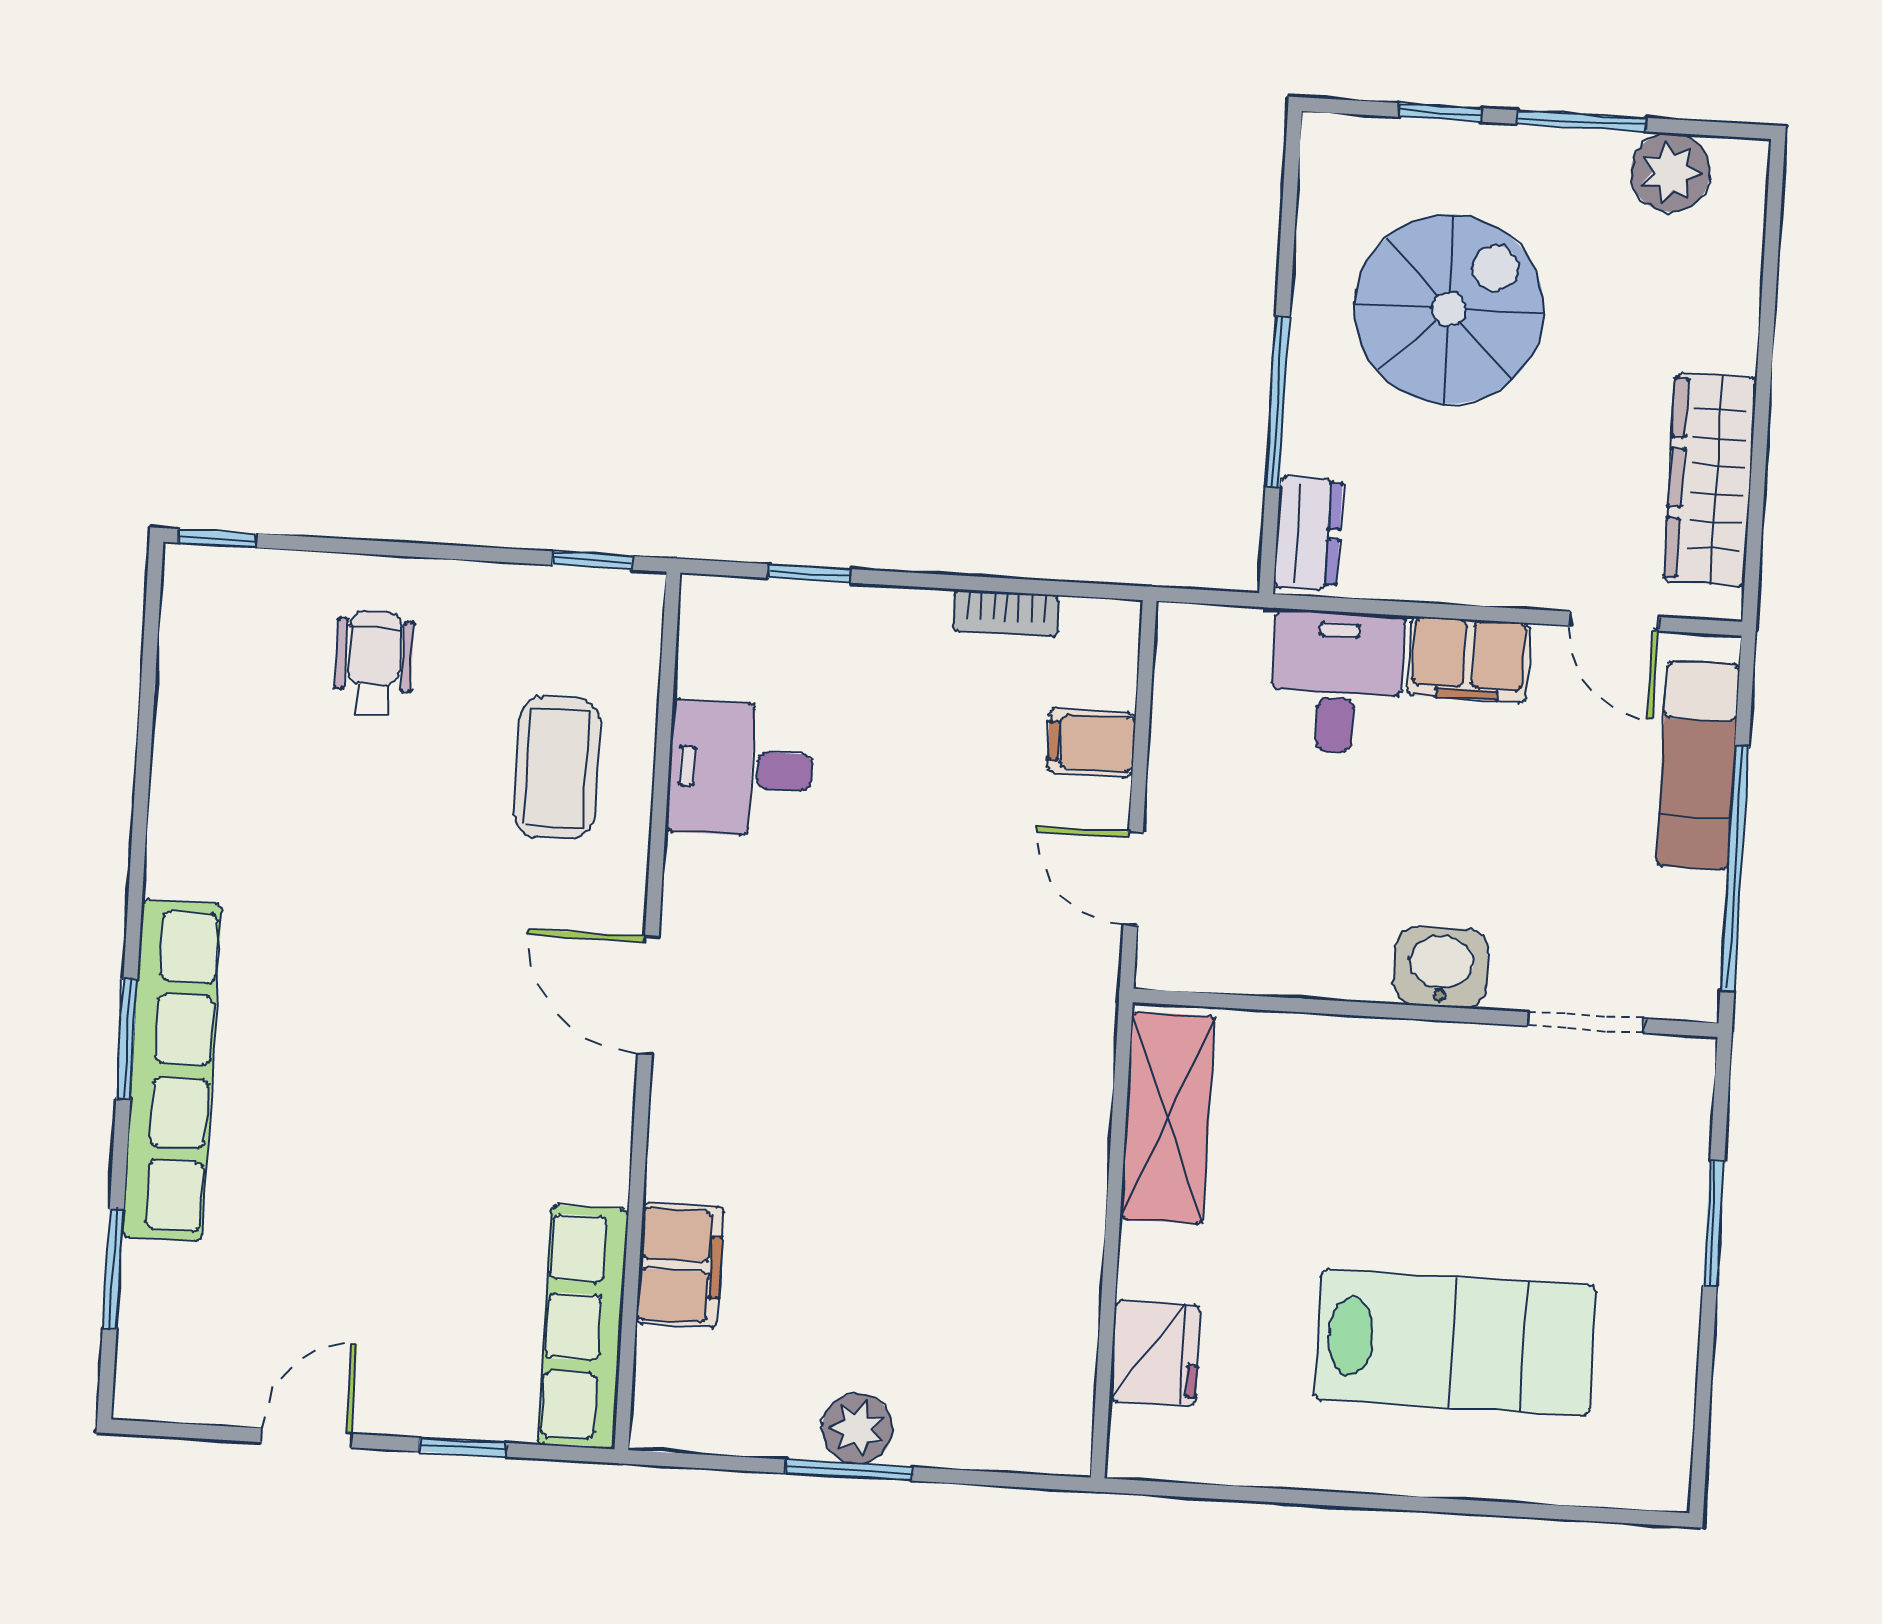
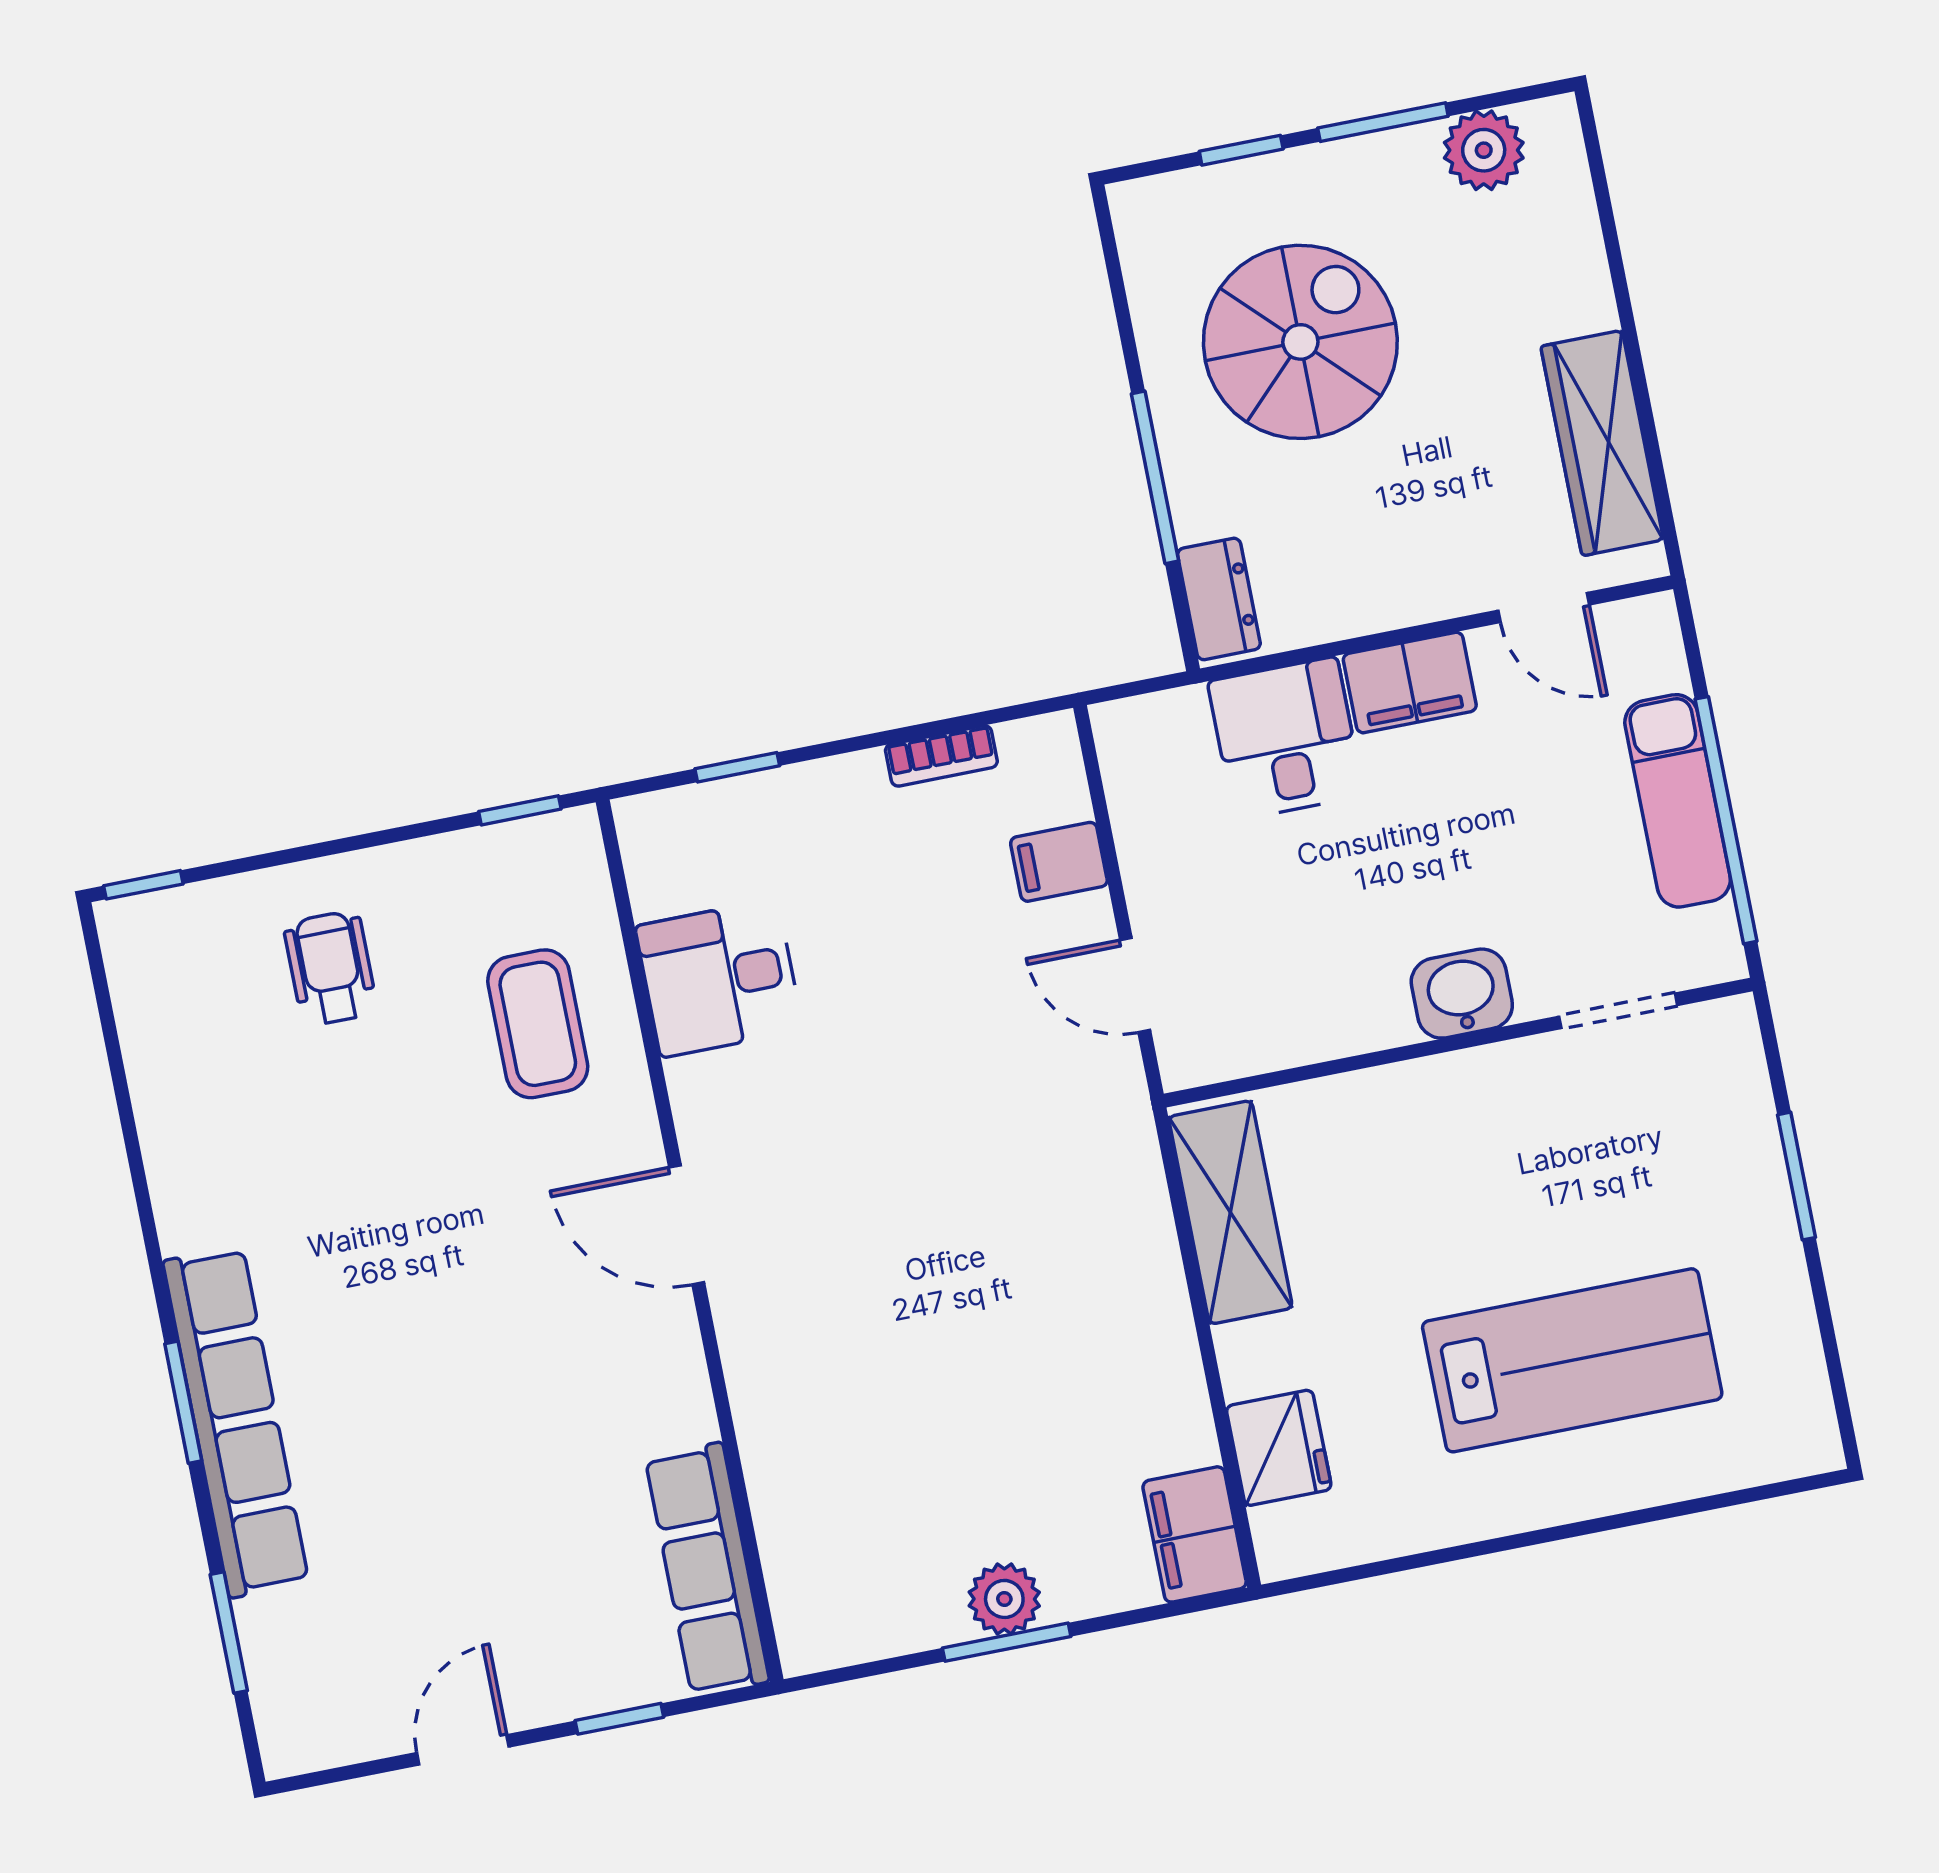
exam couch: (1698, 765) -> (1678, 801), moved
filing cabinet: (680, 1265) -> (1195, 1534), moved, turned 180

